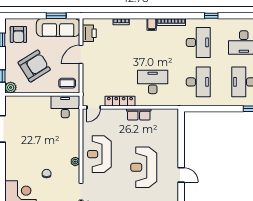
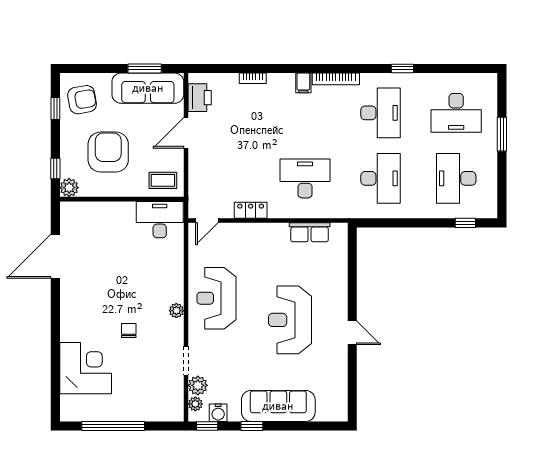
armchair: (18, 35) -> (82, 100), turned -100
armchair: (34, 66) -> (108, 152), turned -58
locker: (120, 101) -> (251, 210), width x0.66
row of seats: (139, 114) -> (310, 232), moved

